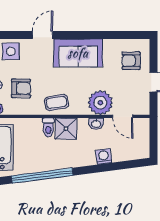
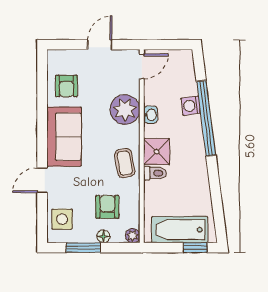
door: (43, 35) -> (42, 180), hinge flipped
armchair: (131, 61) -> (66, 86), moved
door: (123, 116) -> (142, 66), moved
window: (42, 176) -> (206, 118), moved

